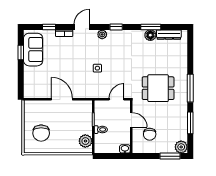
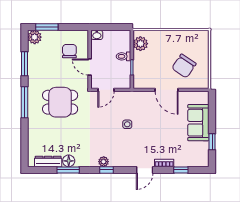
plant: (102, 34) -> (104, 162), moved
sofa: (33, 50) -> (198, 123), moved
chair: (41, 133) -> (184, 66), moved, turned -146

